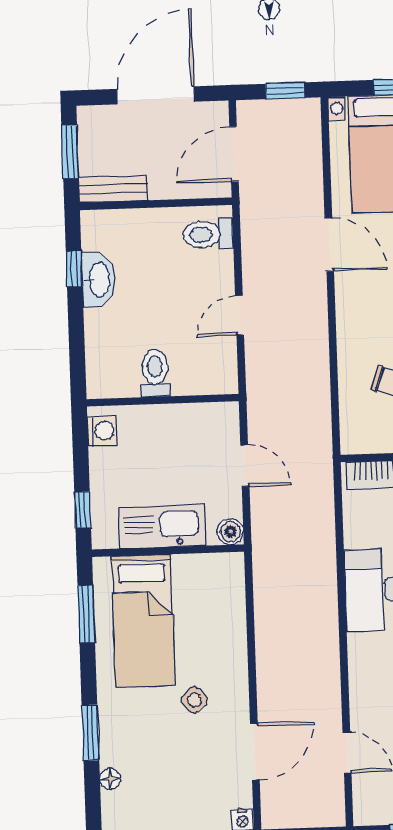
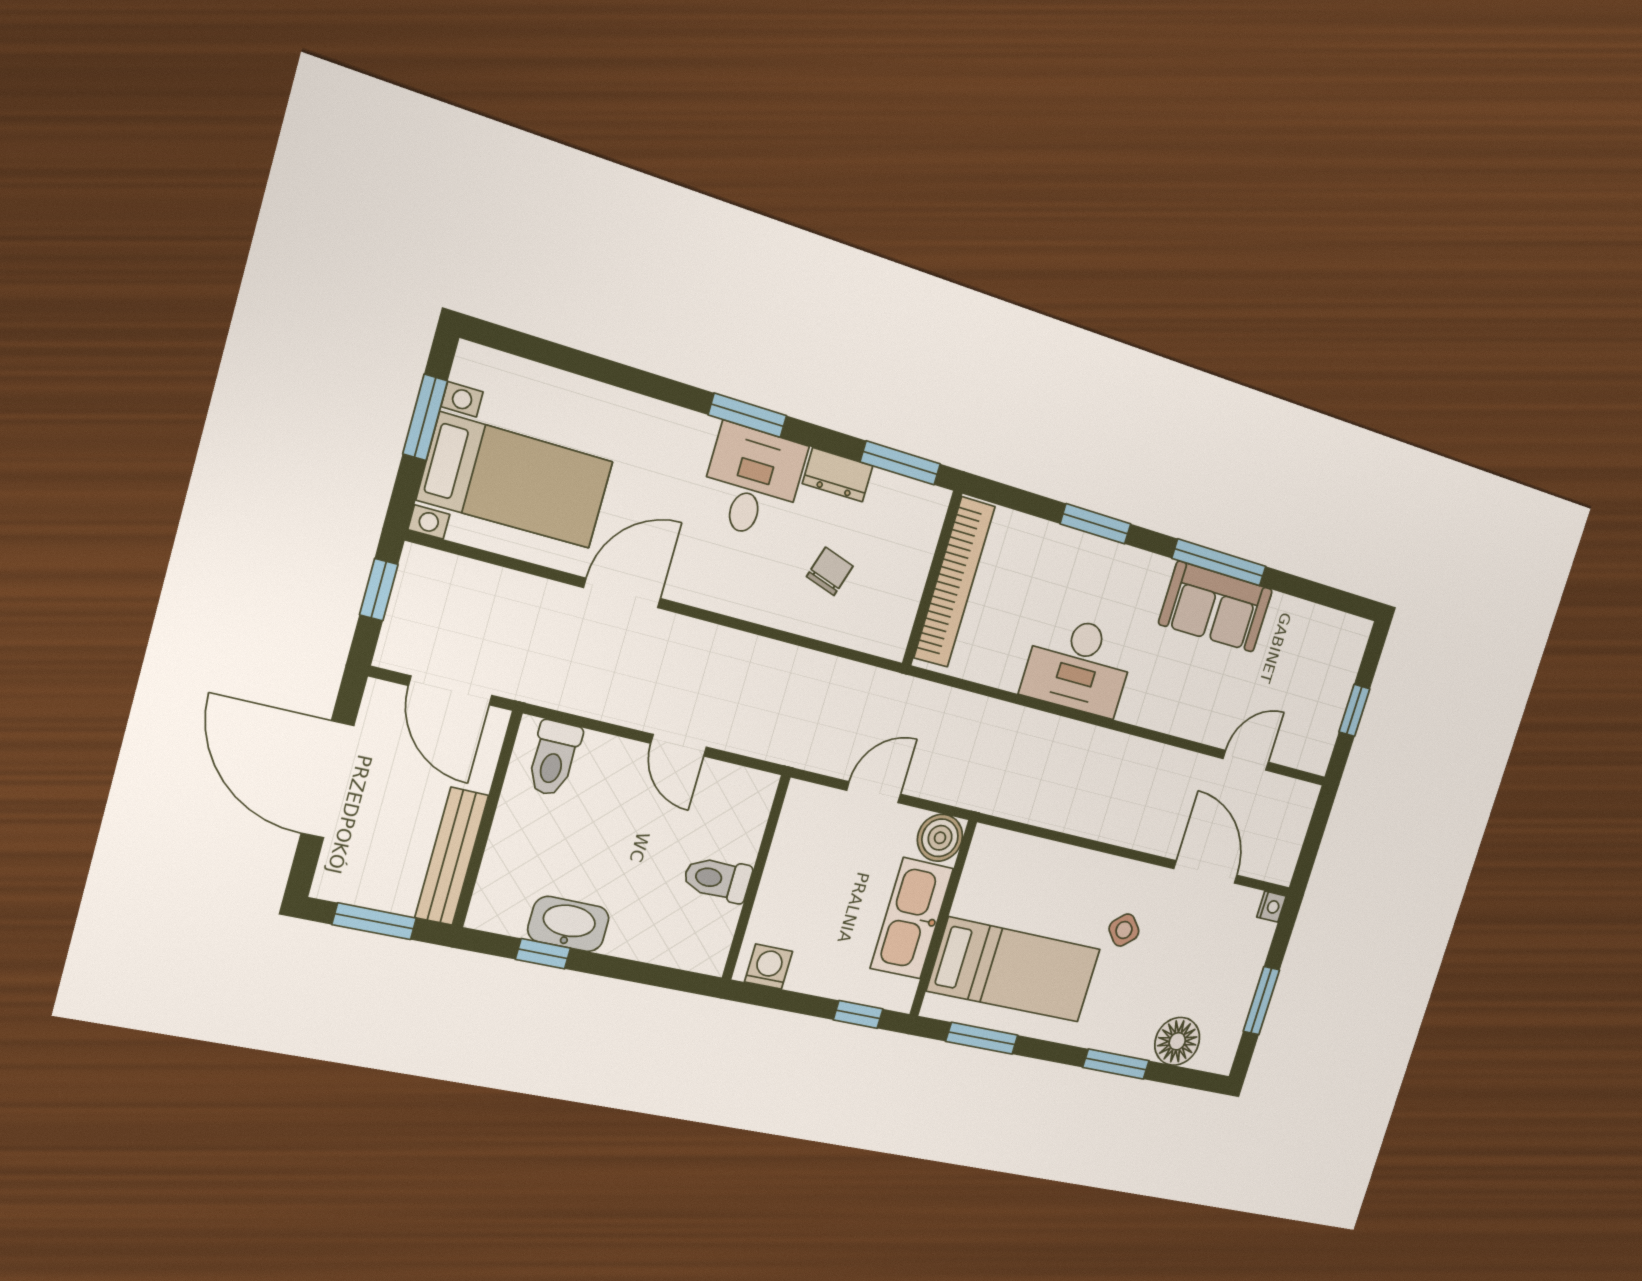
bench: (113, 189) -> (452, 857), width x1.36
boiler: (230, 532) -> (940, 838), width x1.36, depth x1.36
floor lamp: (110, 779) -> (1177, 1041), width x1.89, depth x1.89

